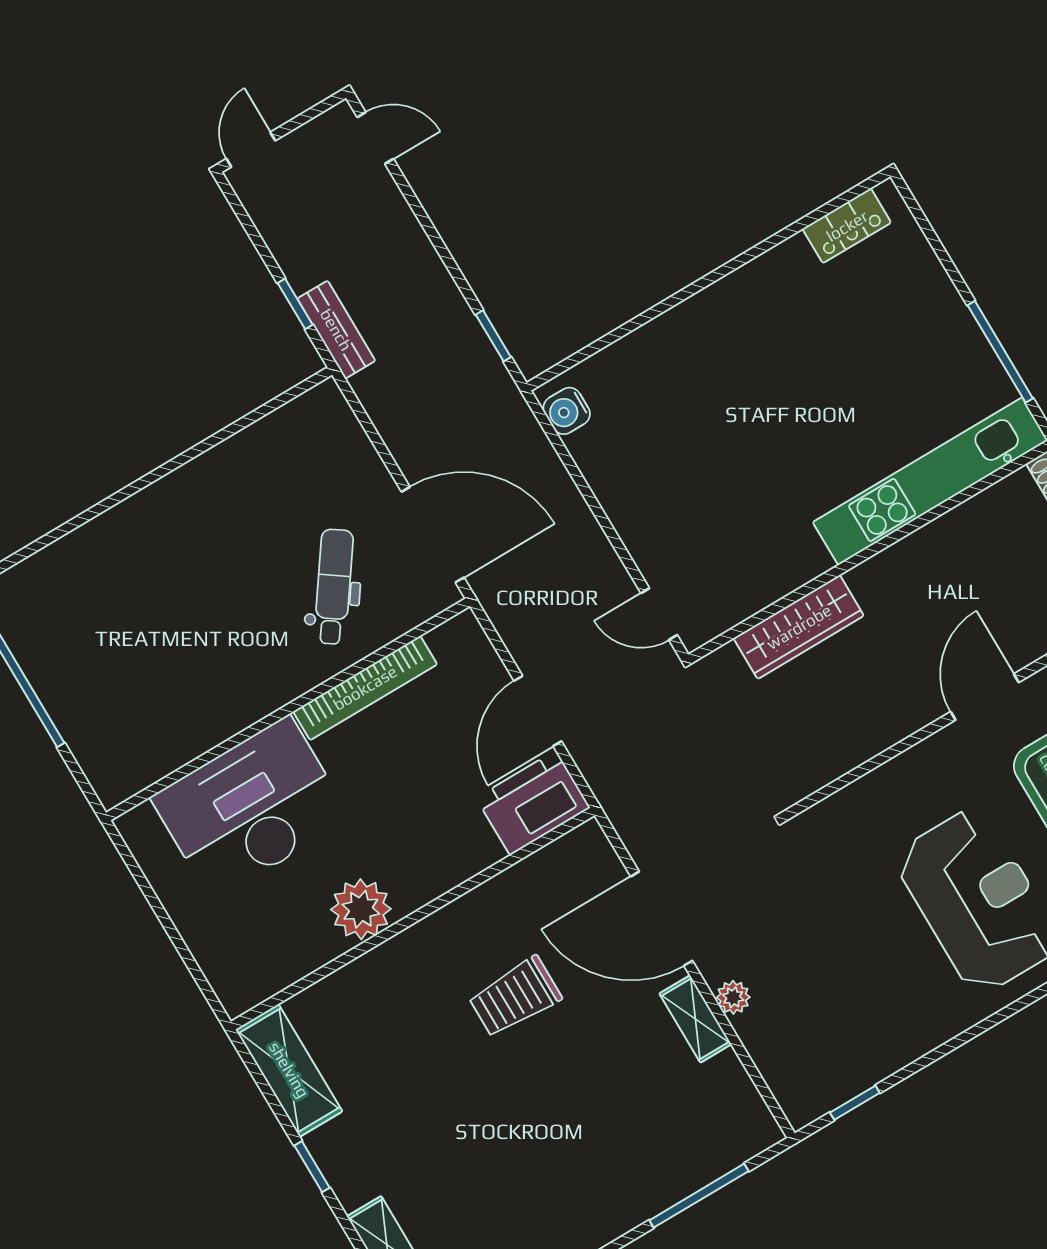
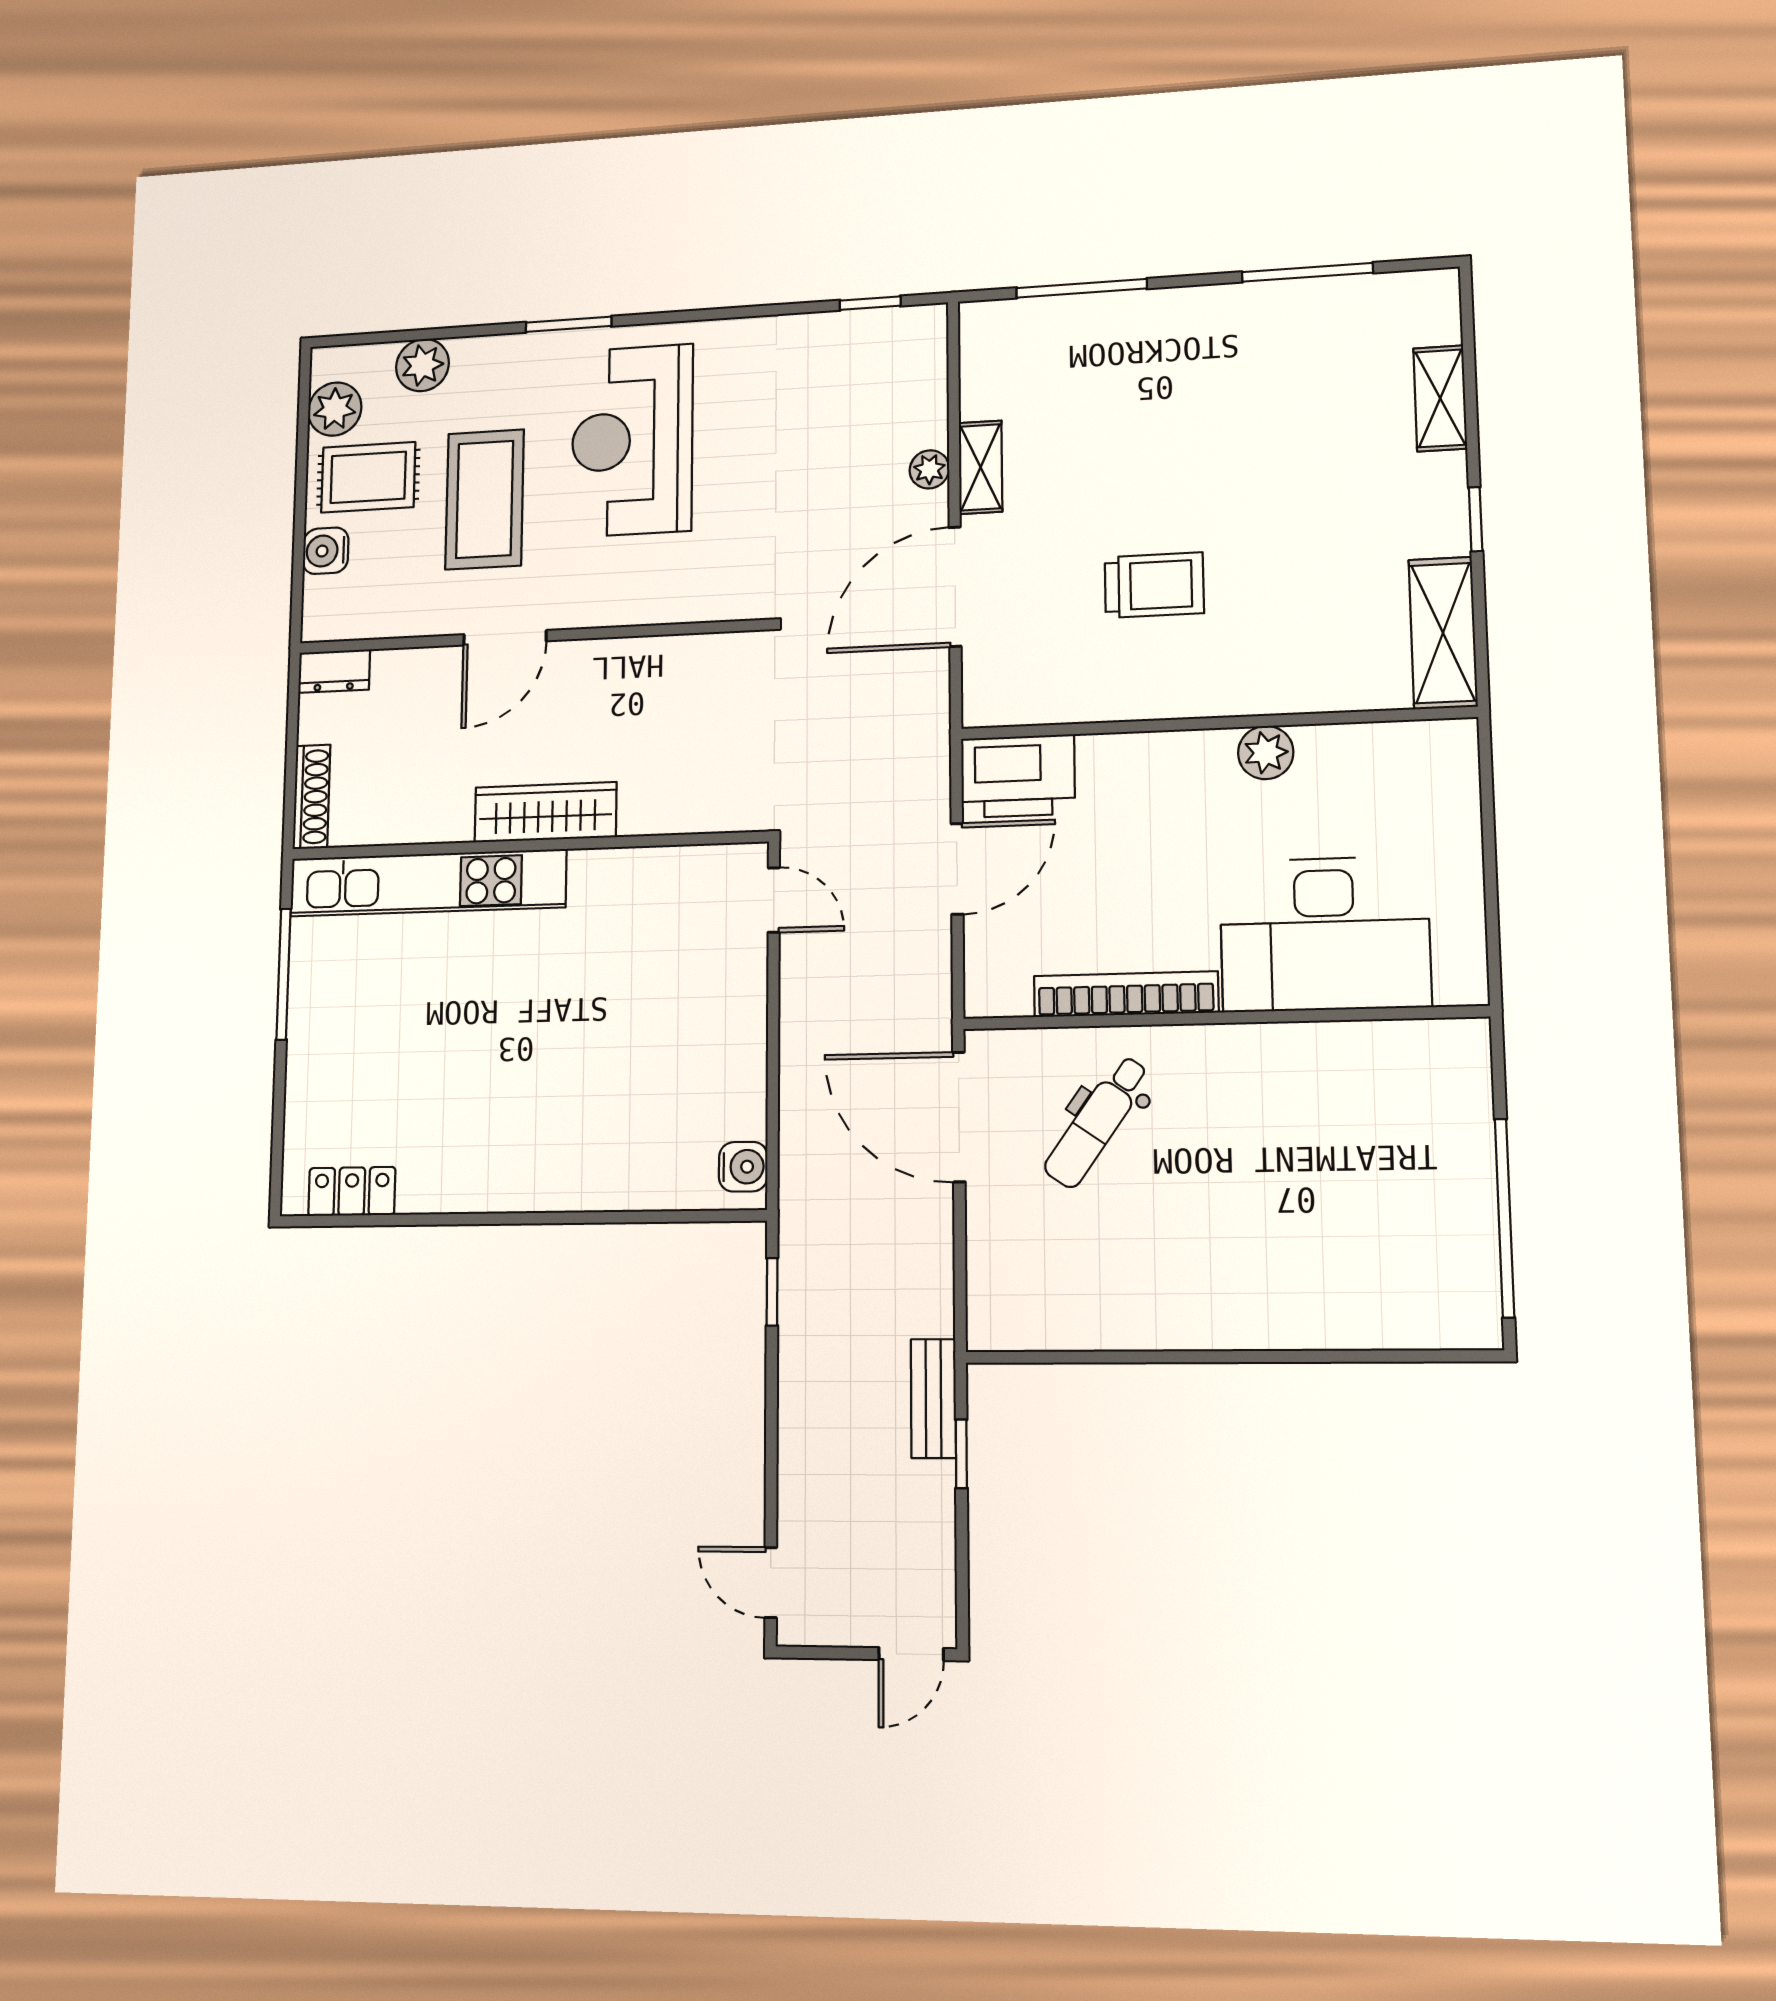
wardrobe: (799, 627) -> (545, 812), moved
plant: (361, 909) -> (1266, 753), width x0.73, depth x0.73
door: (662, 919) -> (955, 587), swing flipped

